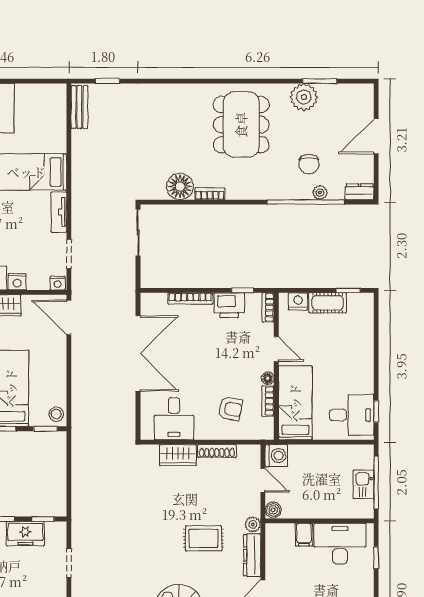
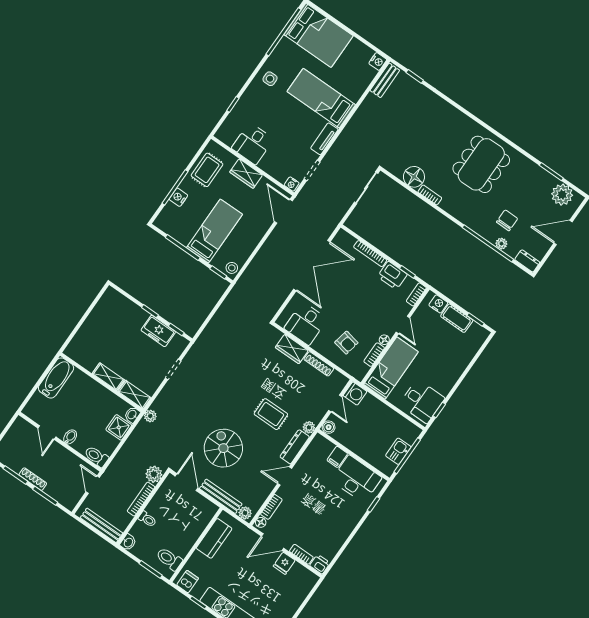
plant: (304, 97) -> (562, 195), moved
chair: (309, 164) -> (507, 220), turned 180
nightstand: (17, 282) -> (378, 61), moved, turned -90

